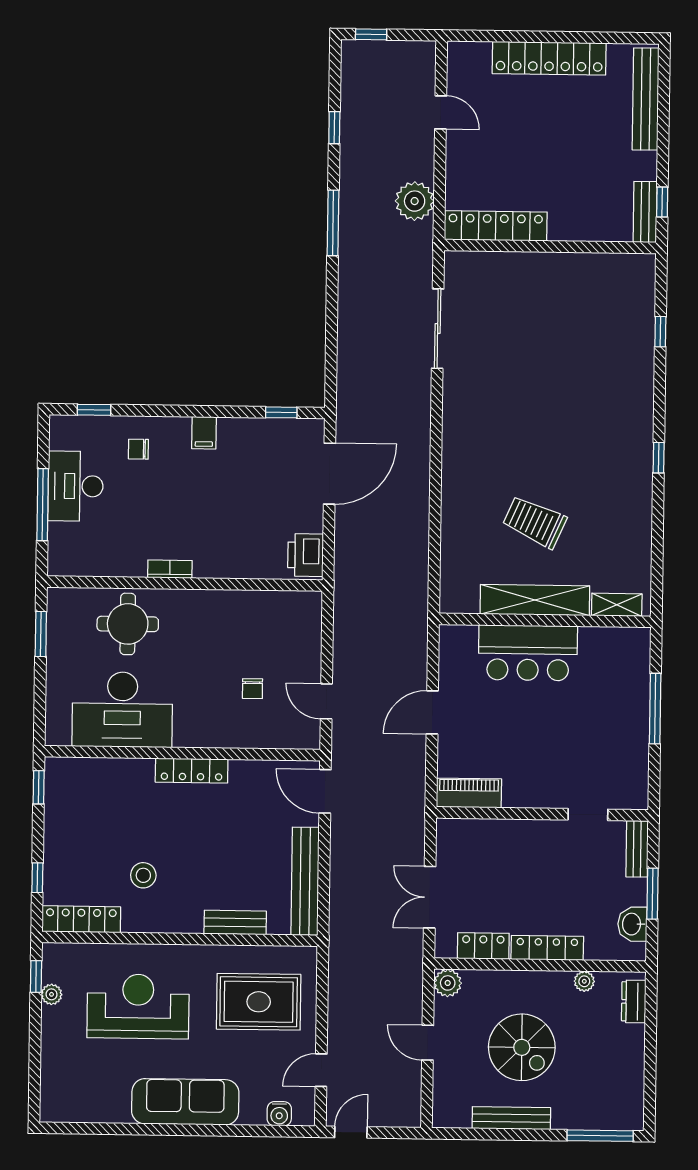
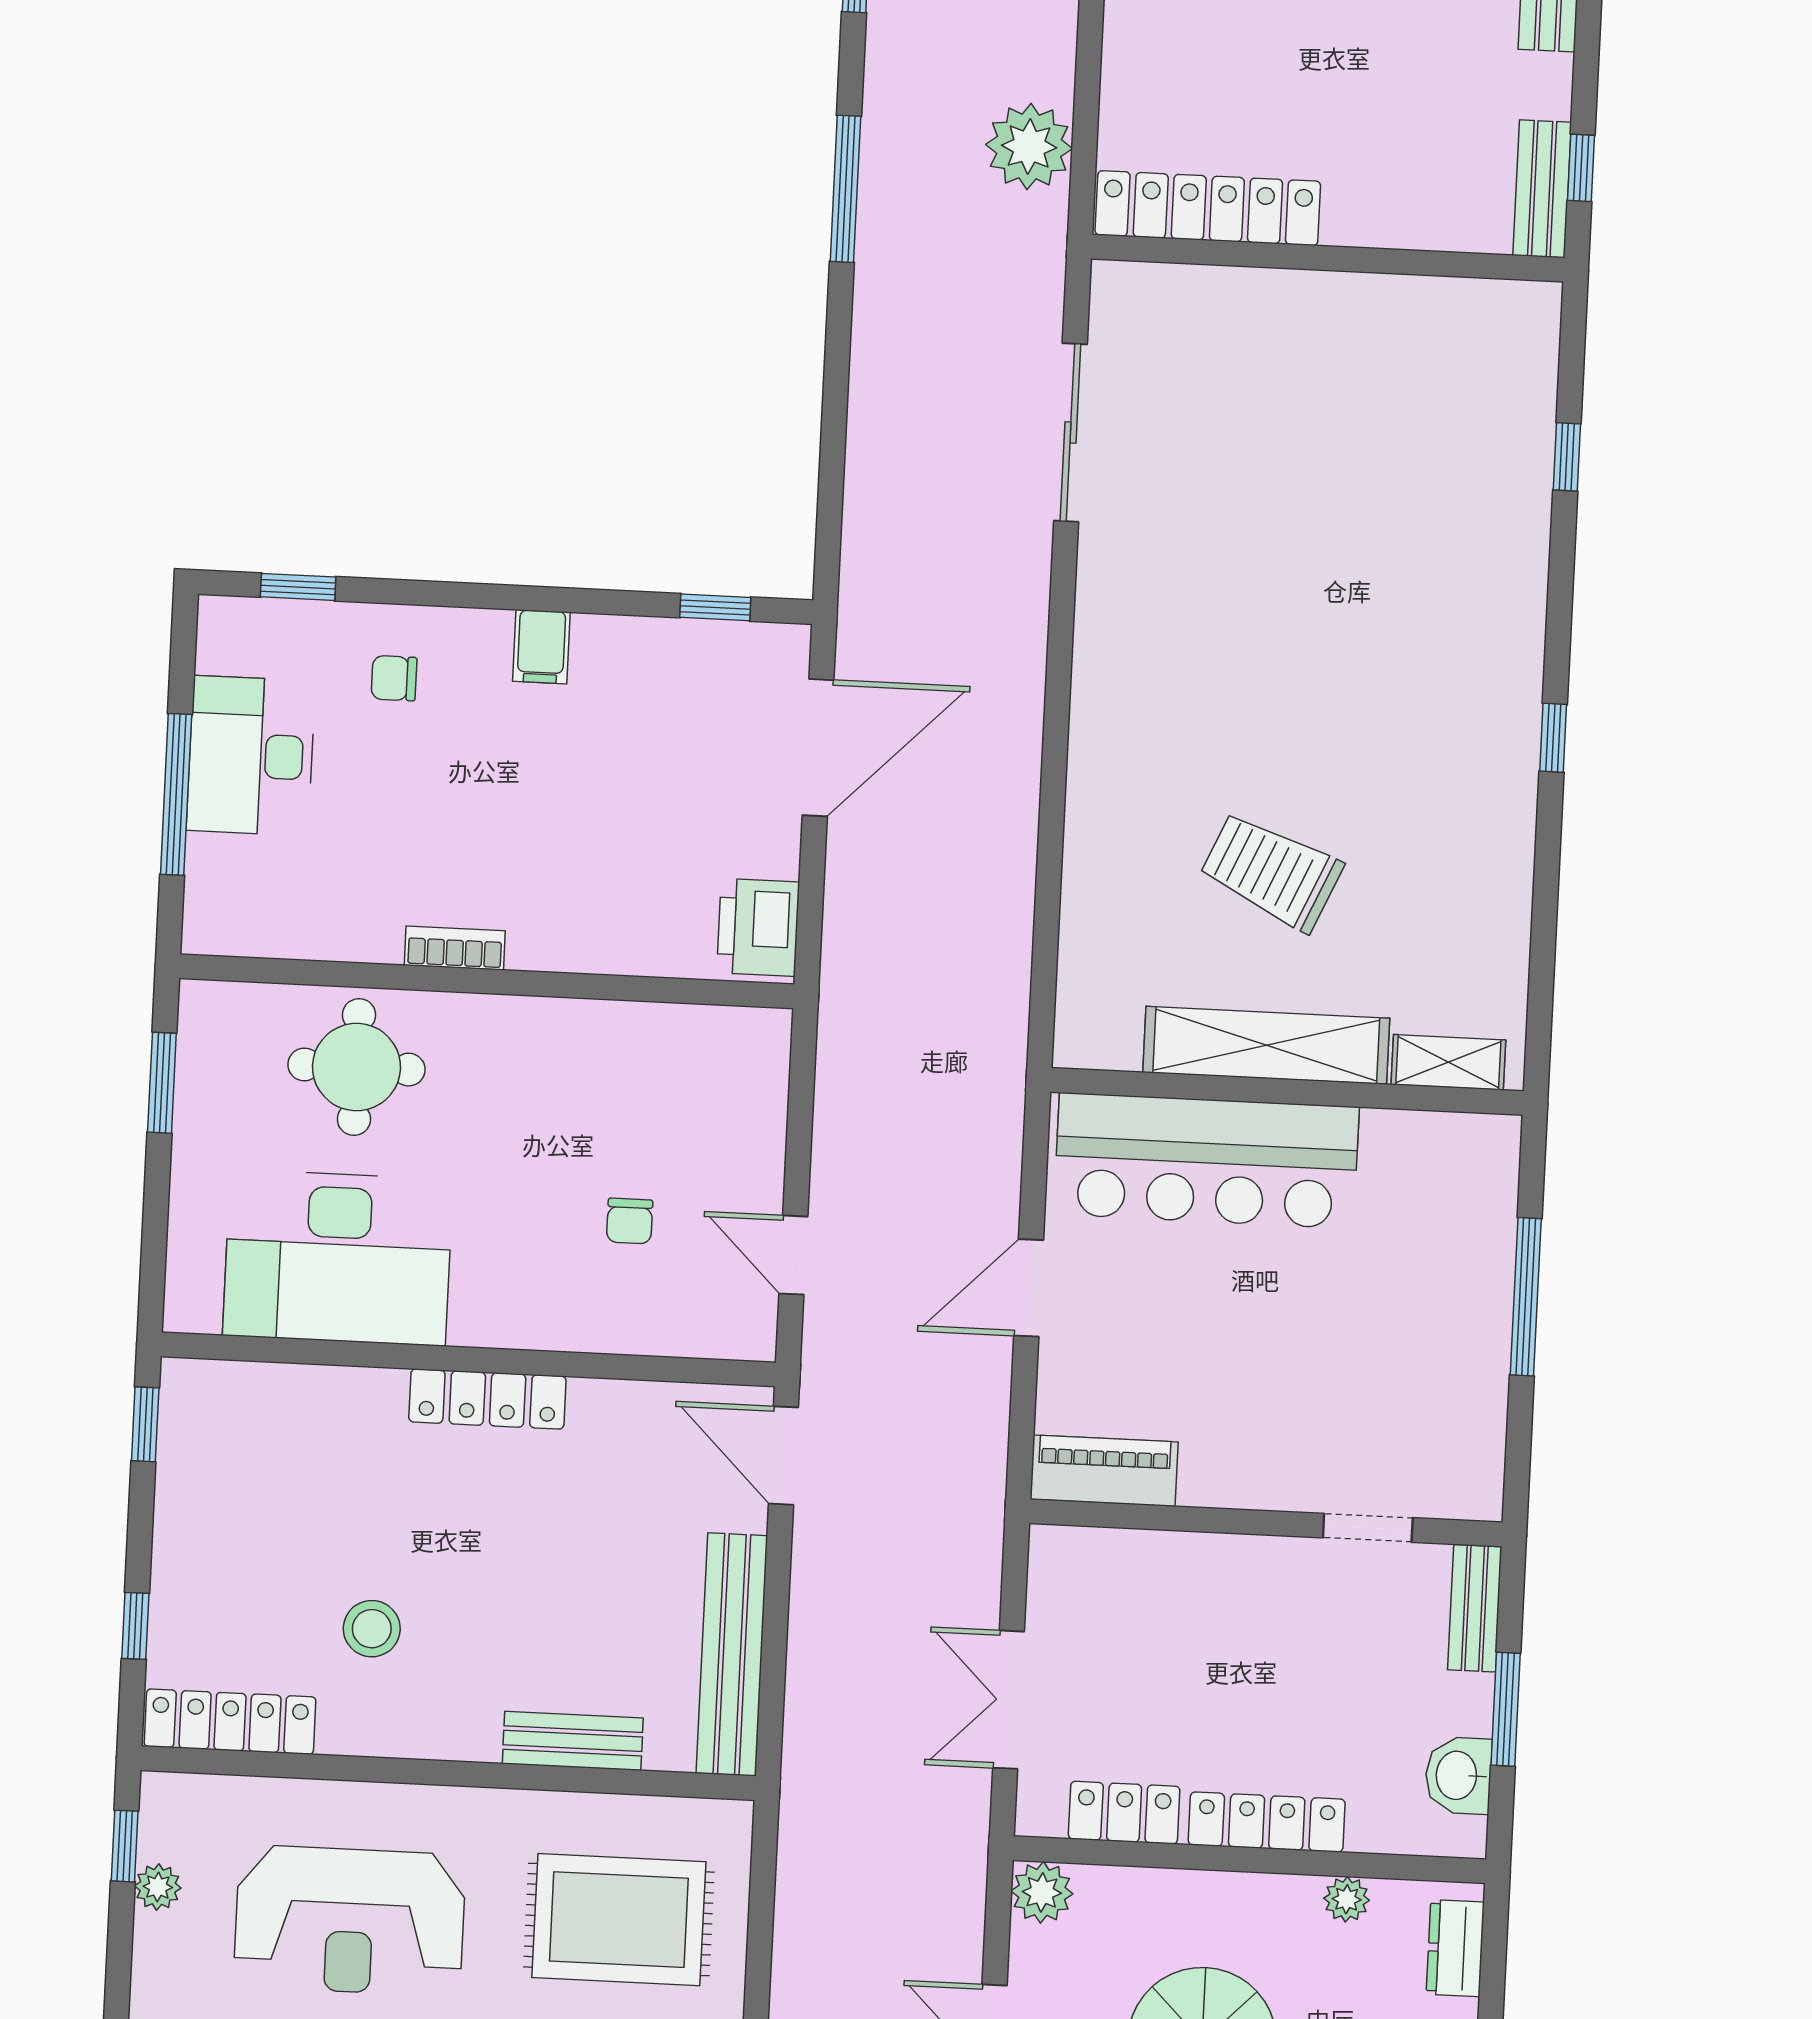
bar counter: (528, 653) -> (1206, 1161), width x1.36
reception desk: (138, 1006) -> (350, 1921), turned 180

